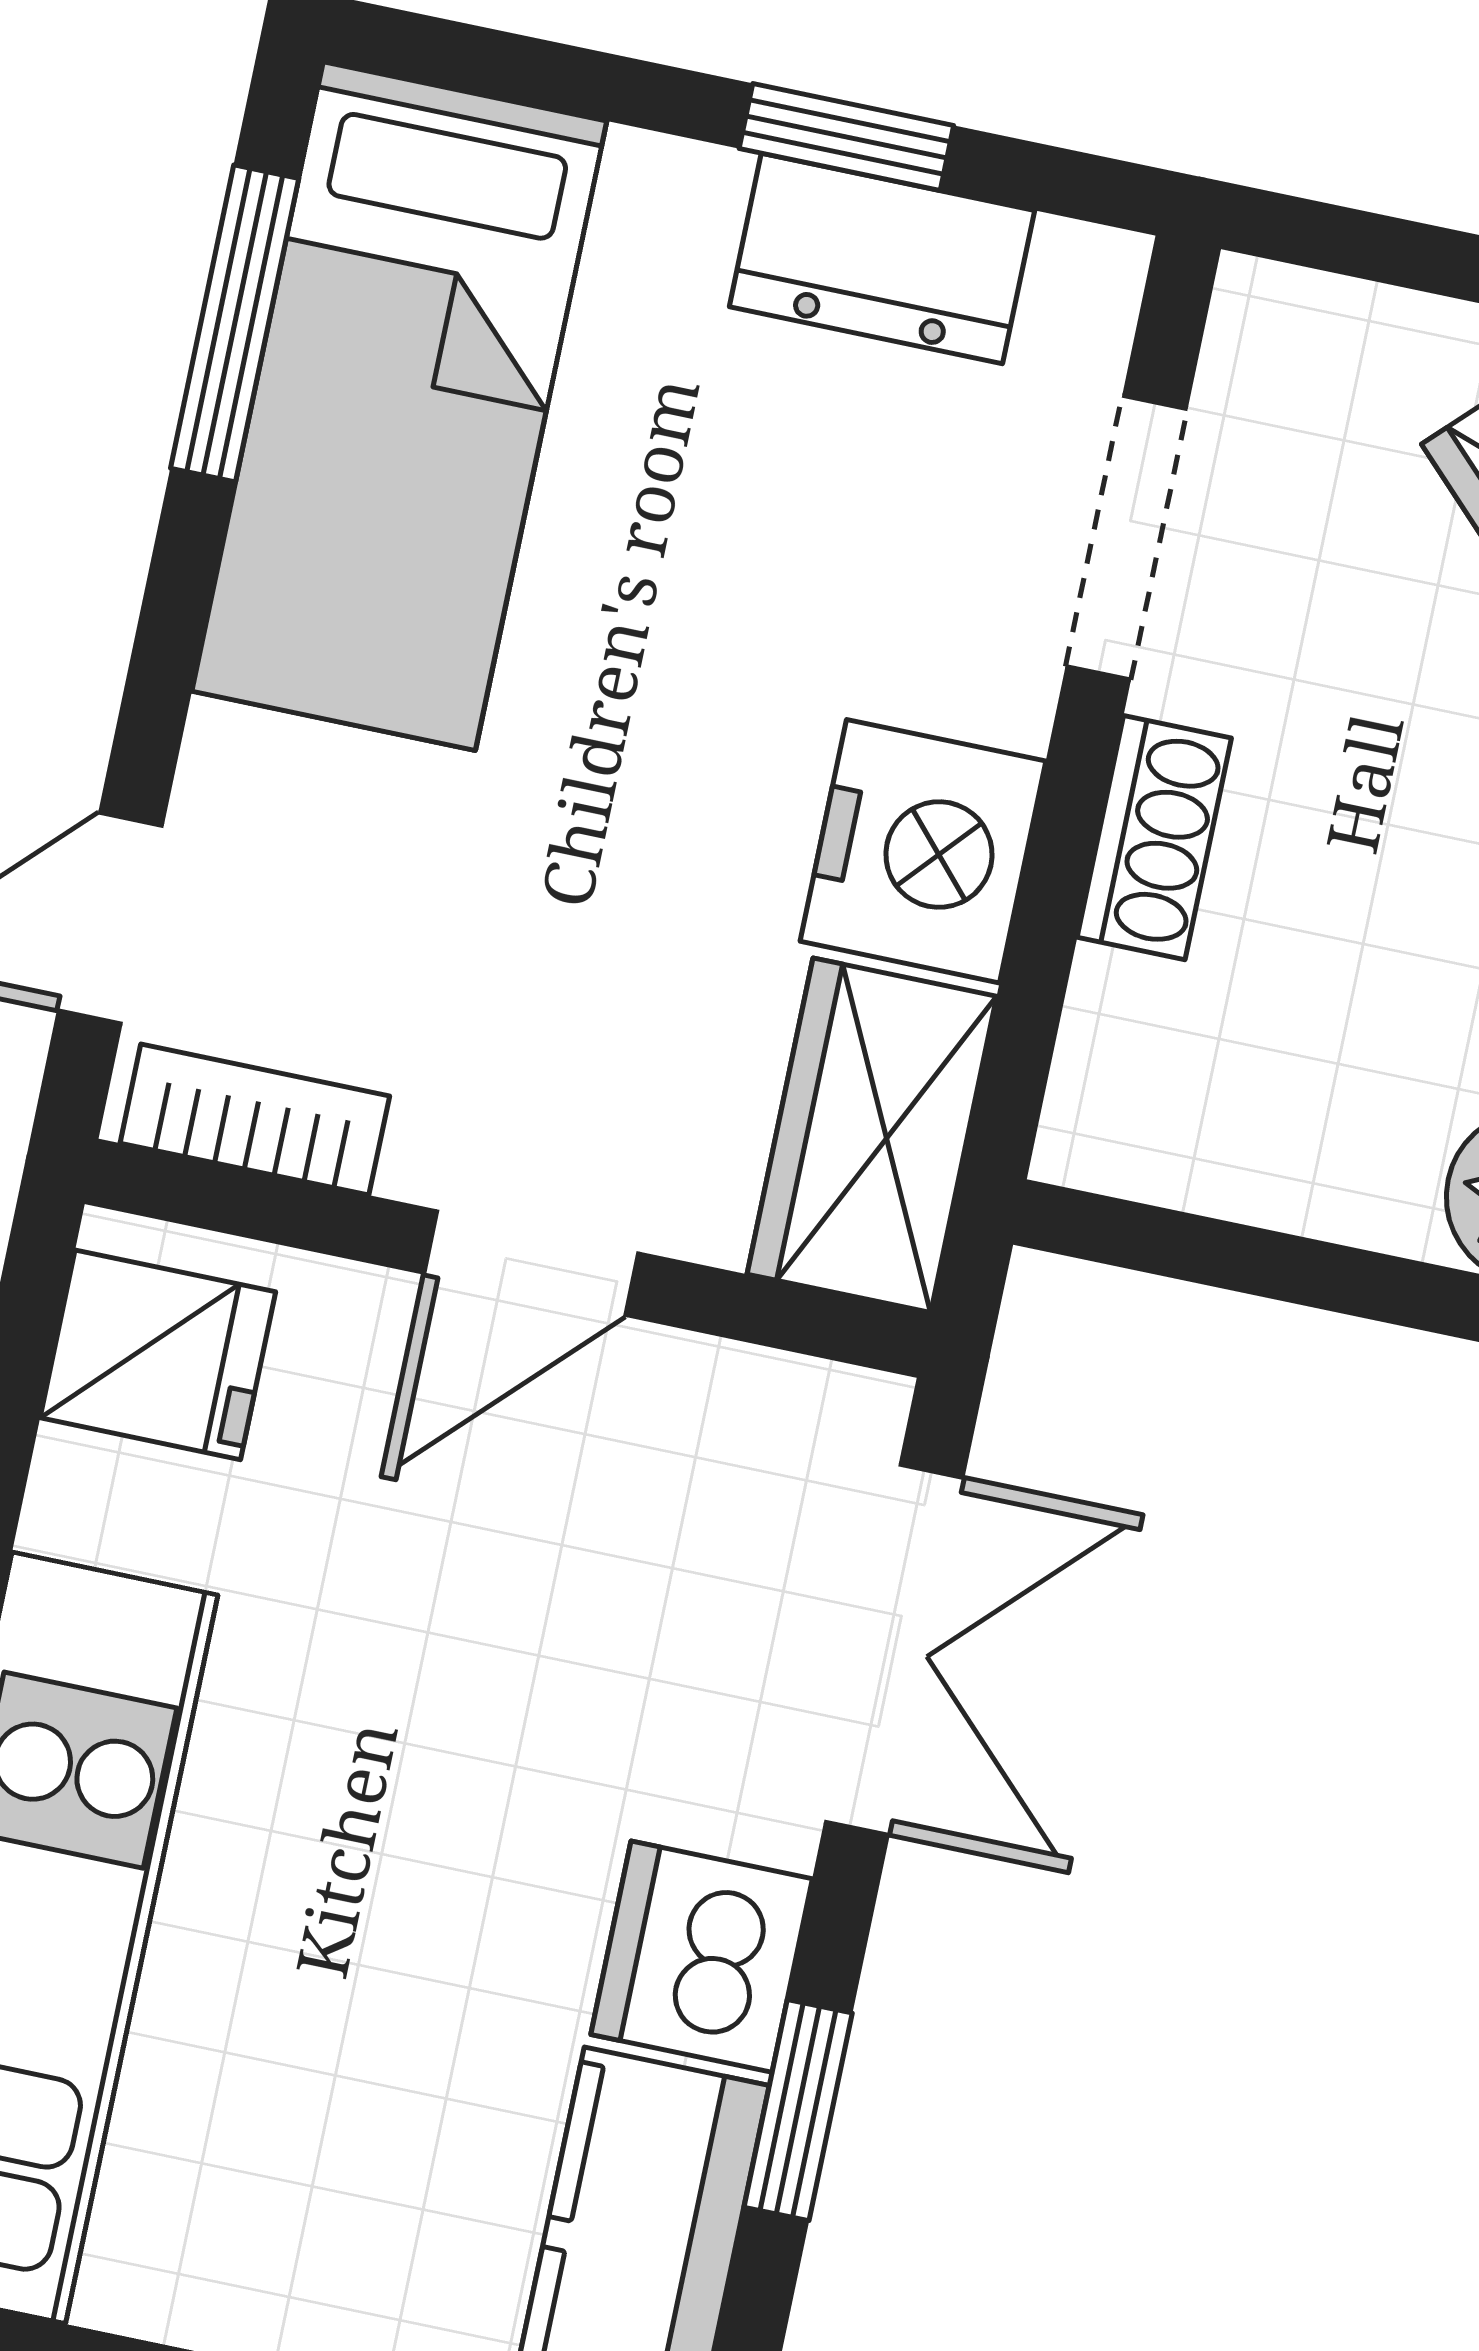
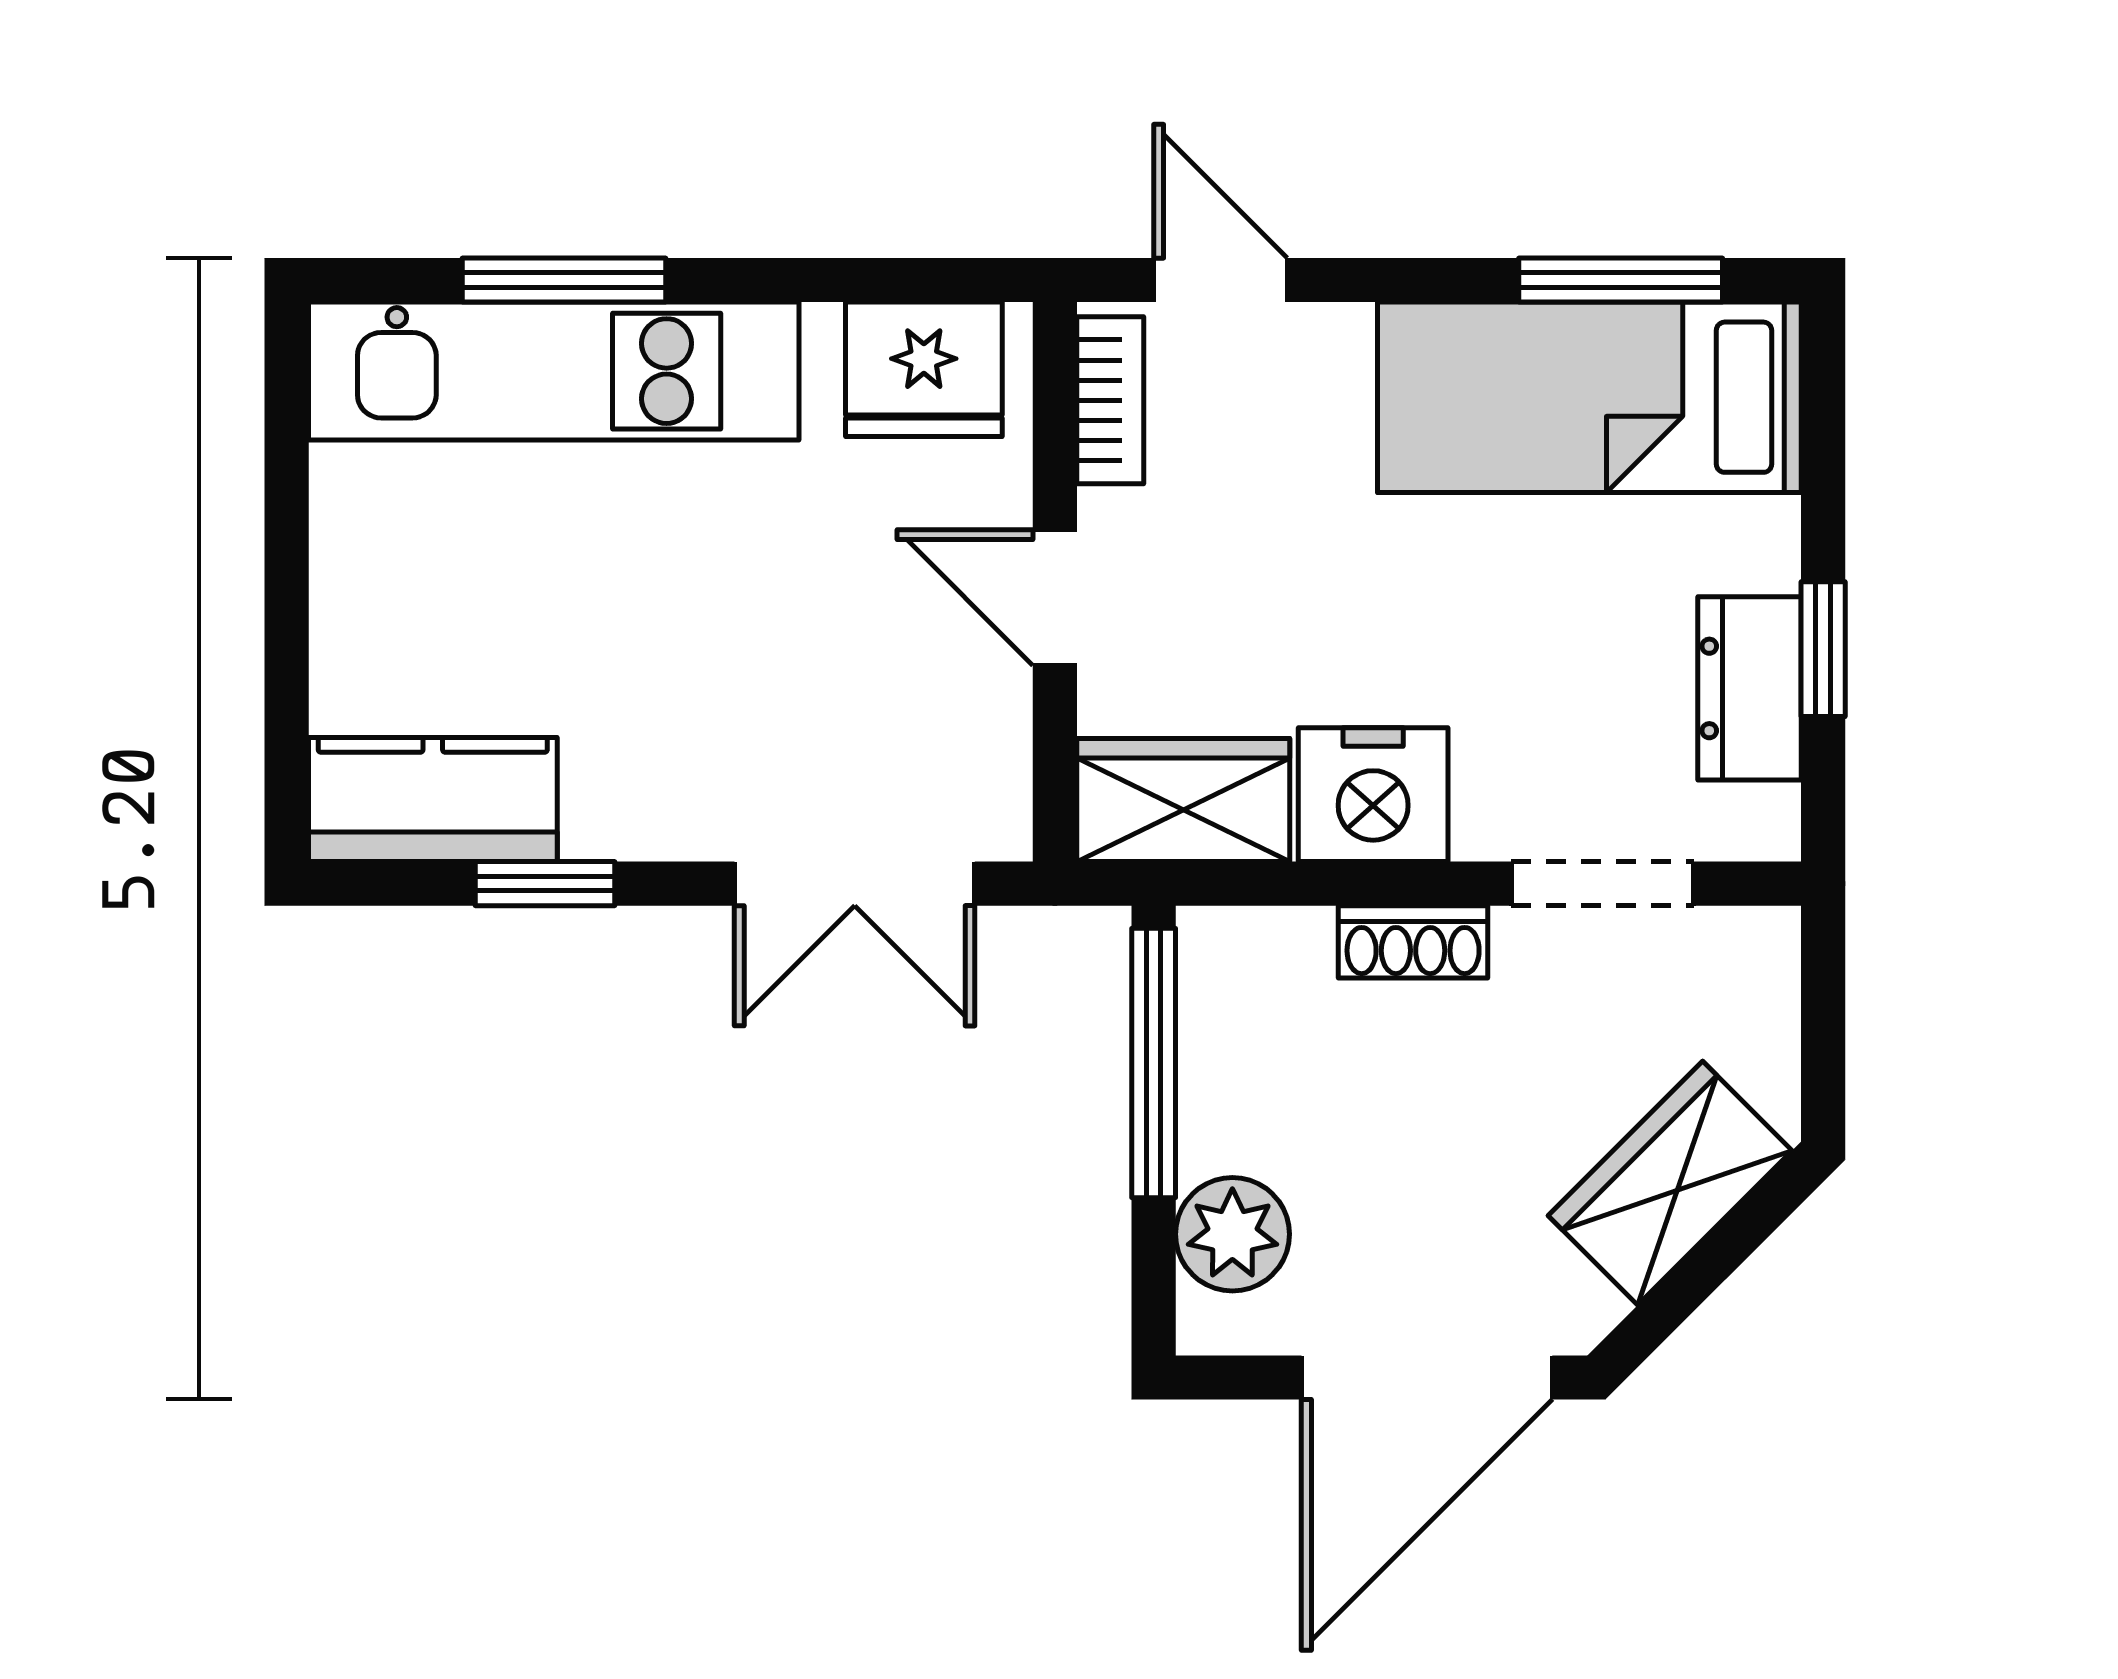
window: (1254, 1261) -> (1154, 1063), added
fridge: (158, 1355) -> (924, 369), width x1.38
dishwasher: (702, 1957) -> (631, 801), removed

